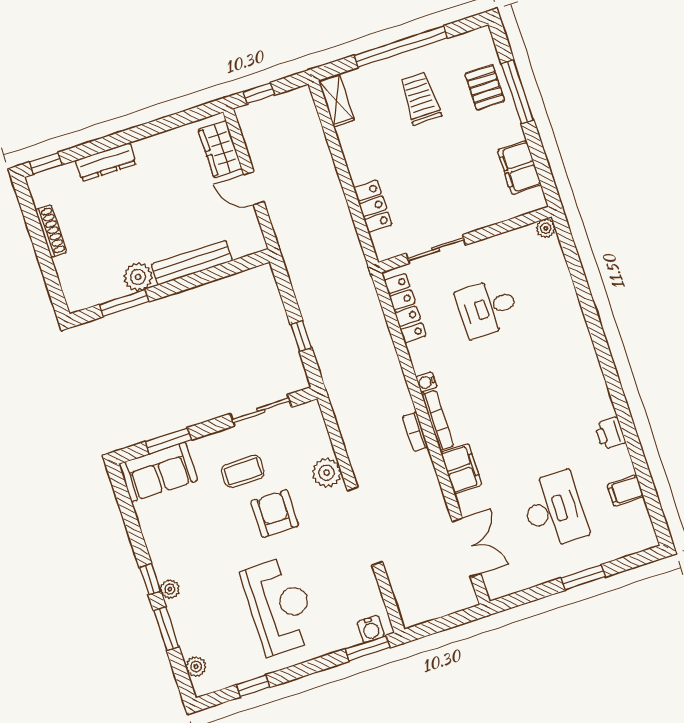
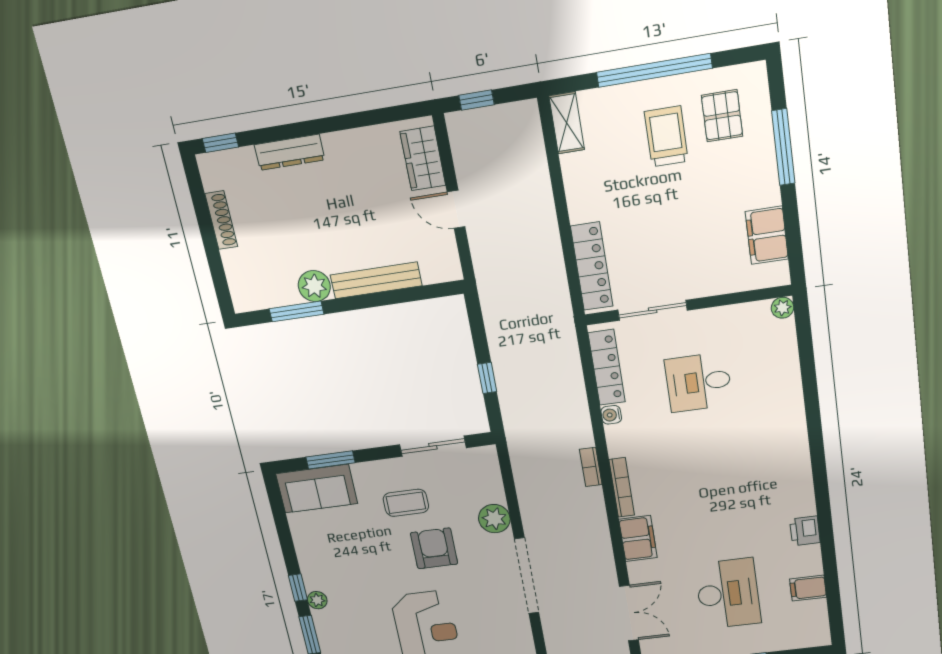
pallet: (485, 87) -> (722, 116), moved
locker: (373, 206) -> (592, 266), width x1.53
water cooler: (426, 382) -> (611, 415), moved
bookcase: (415, 432) -> (591, 467), moved

